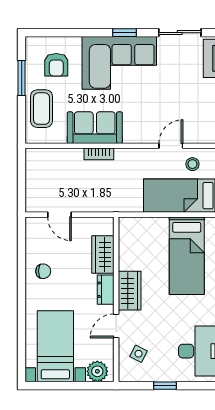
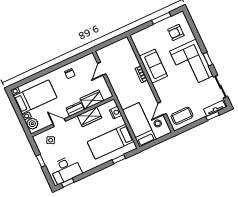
coffee table: (41, 109) -> (182, 116), moved
door: (171, 146) -> (162, 108), swing flipped
nightstand: (142, 225) -> (116, 113), added
wardrobe: (130, 291) -> (90, 117), moved

